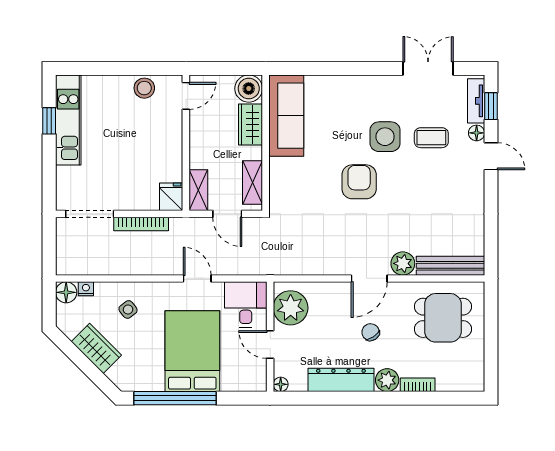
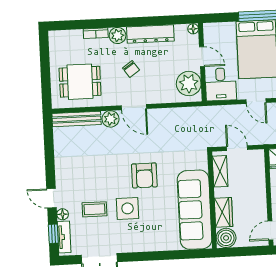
sofa: (286, 116) -> (195, 210), width x1.36, depth x1.27
shelving: (198, 190) -> (258, 164), removed
door: (369, 278) -> (134, 107), swing flipped

